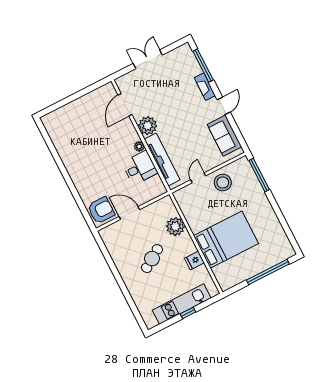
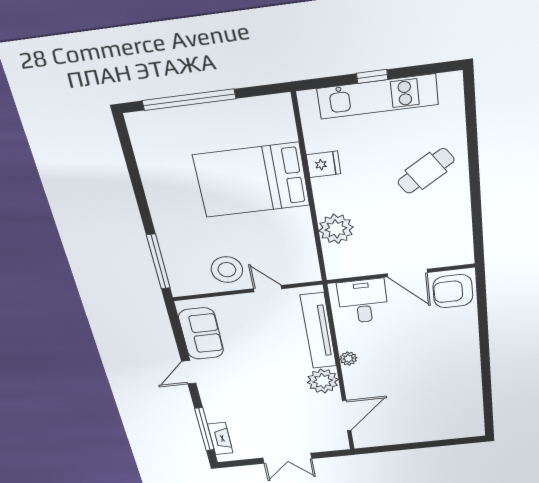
fireplace: (205, 87) -> (220, 439), moved
desk: (140, 168) -> (363, 301), moved, turned 90
door: (198, 178) -> (268, 289), swing flipped
cafe table: (152, 259) -> (426, 171), moved

